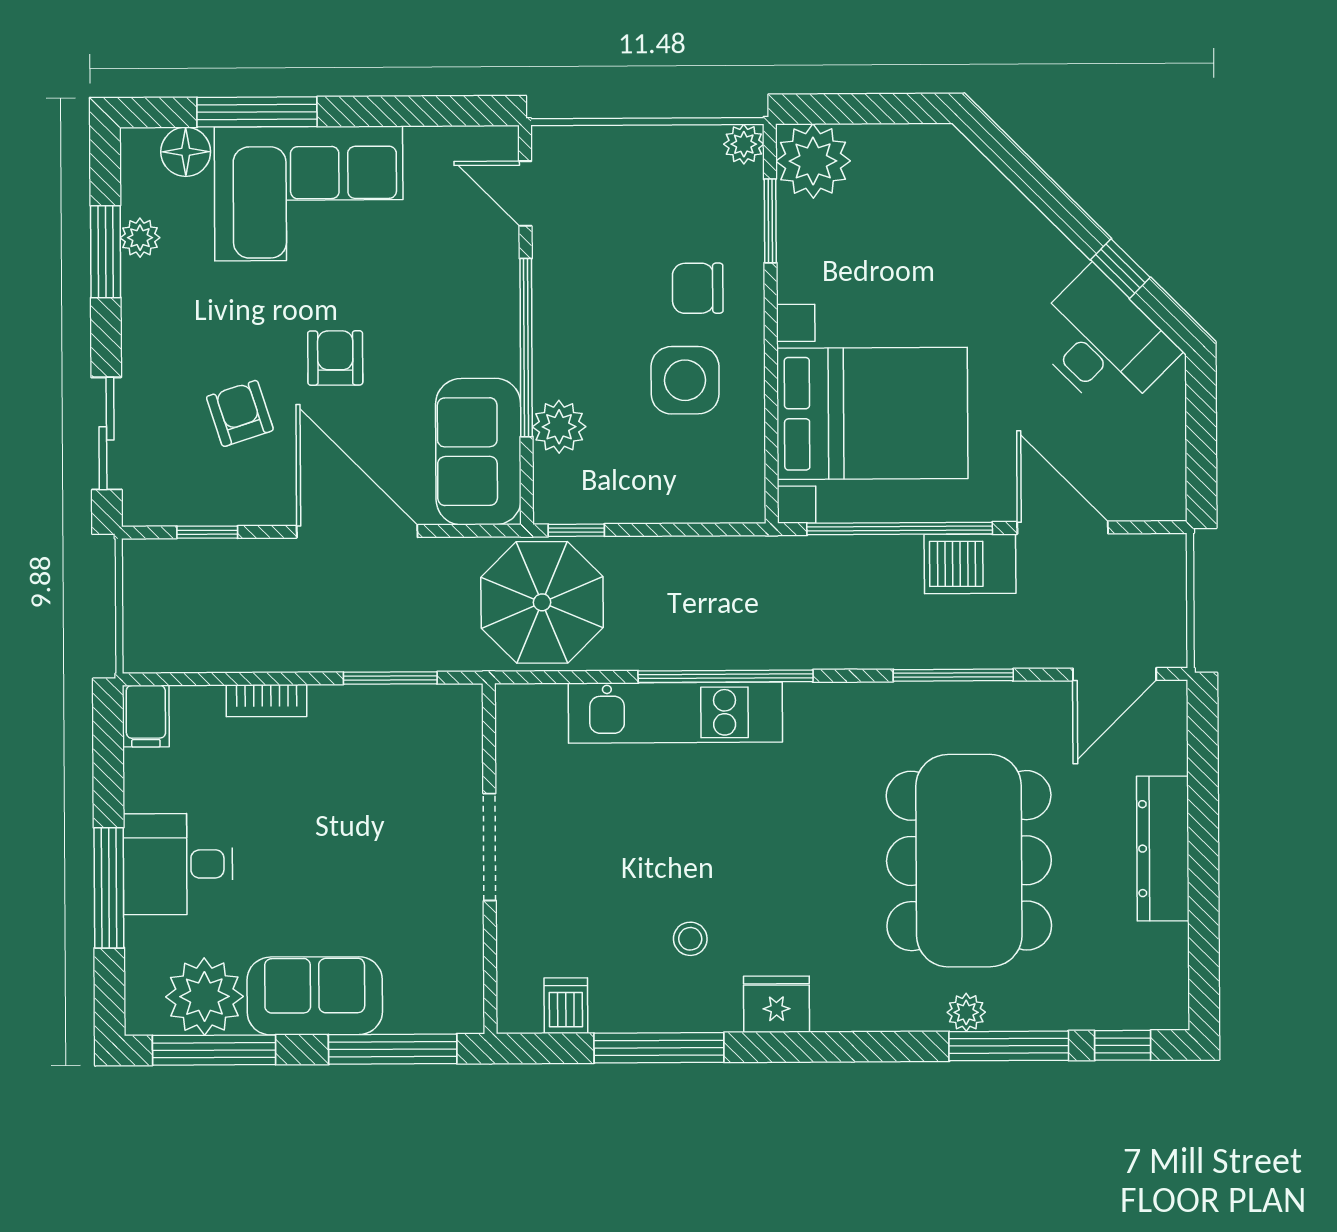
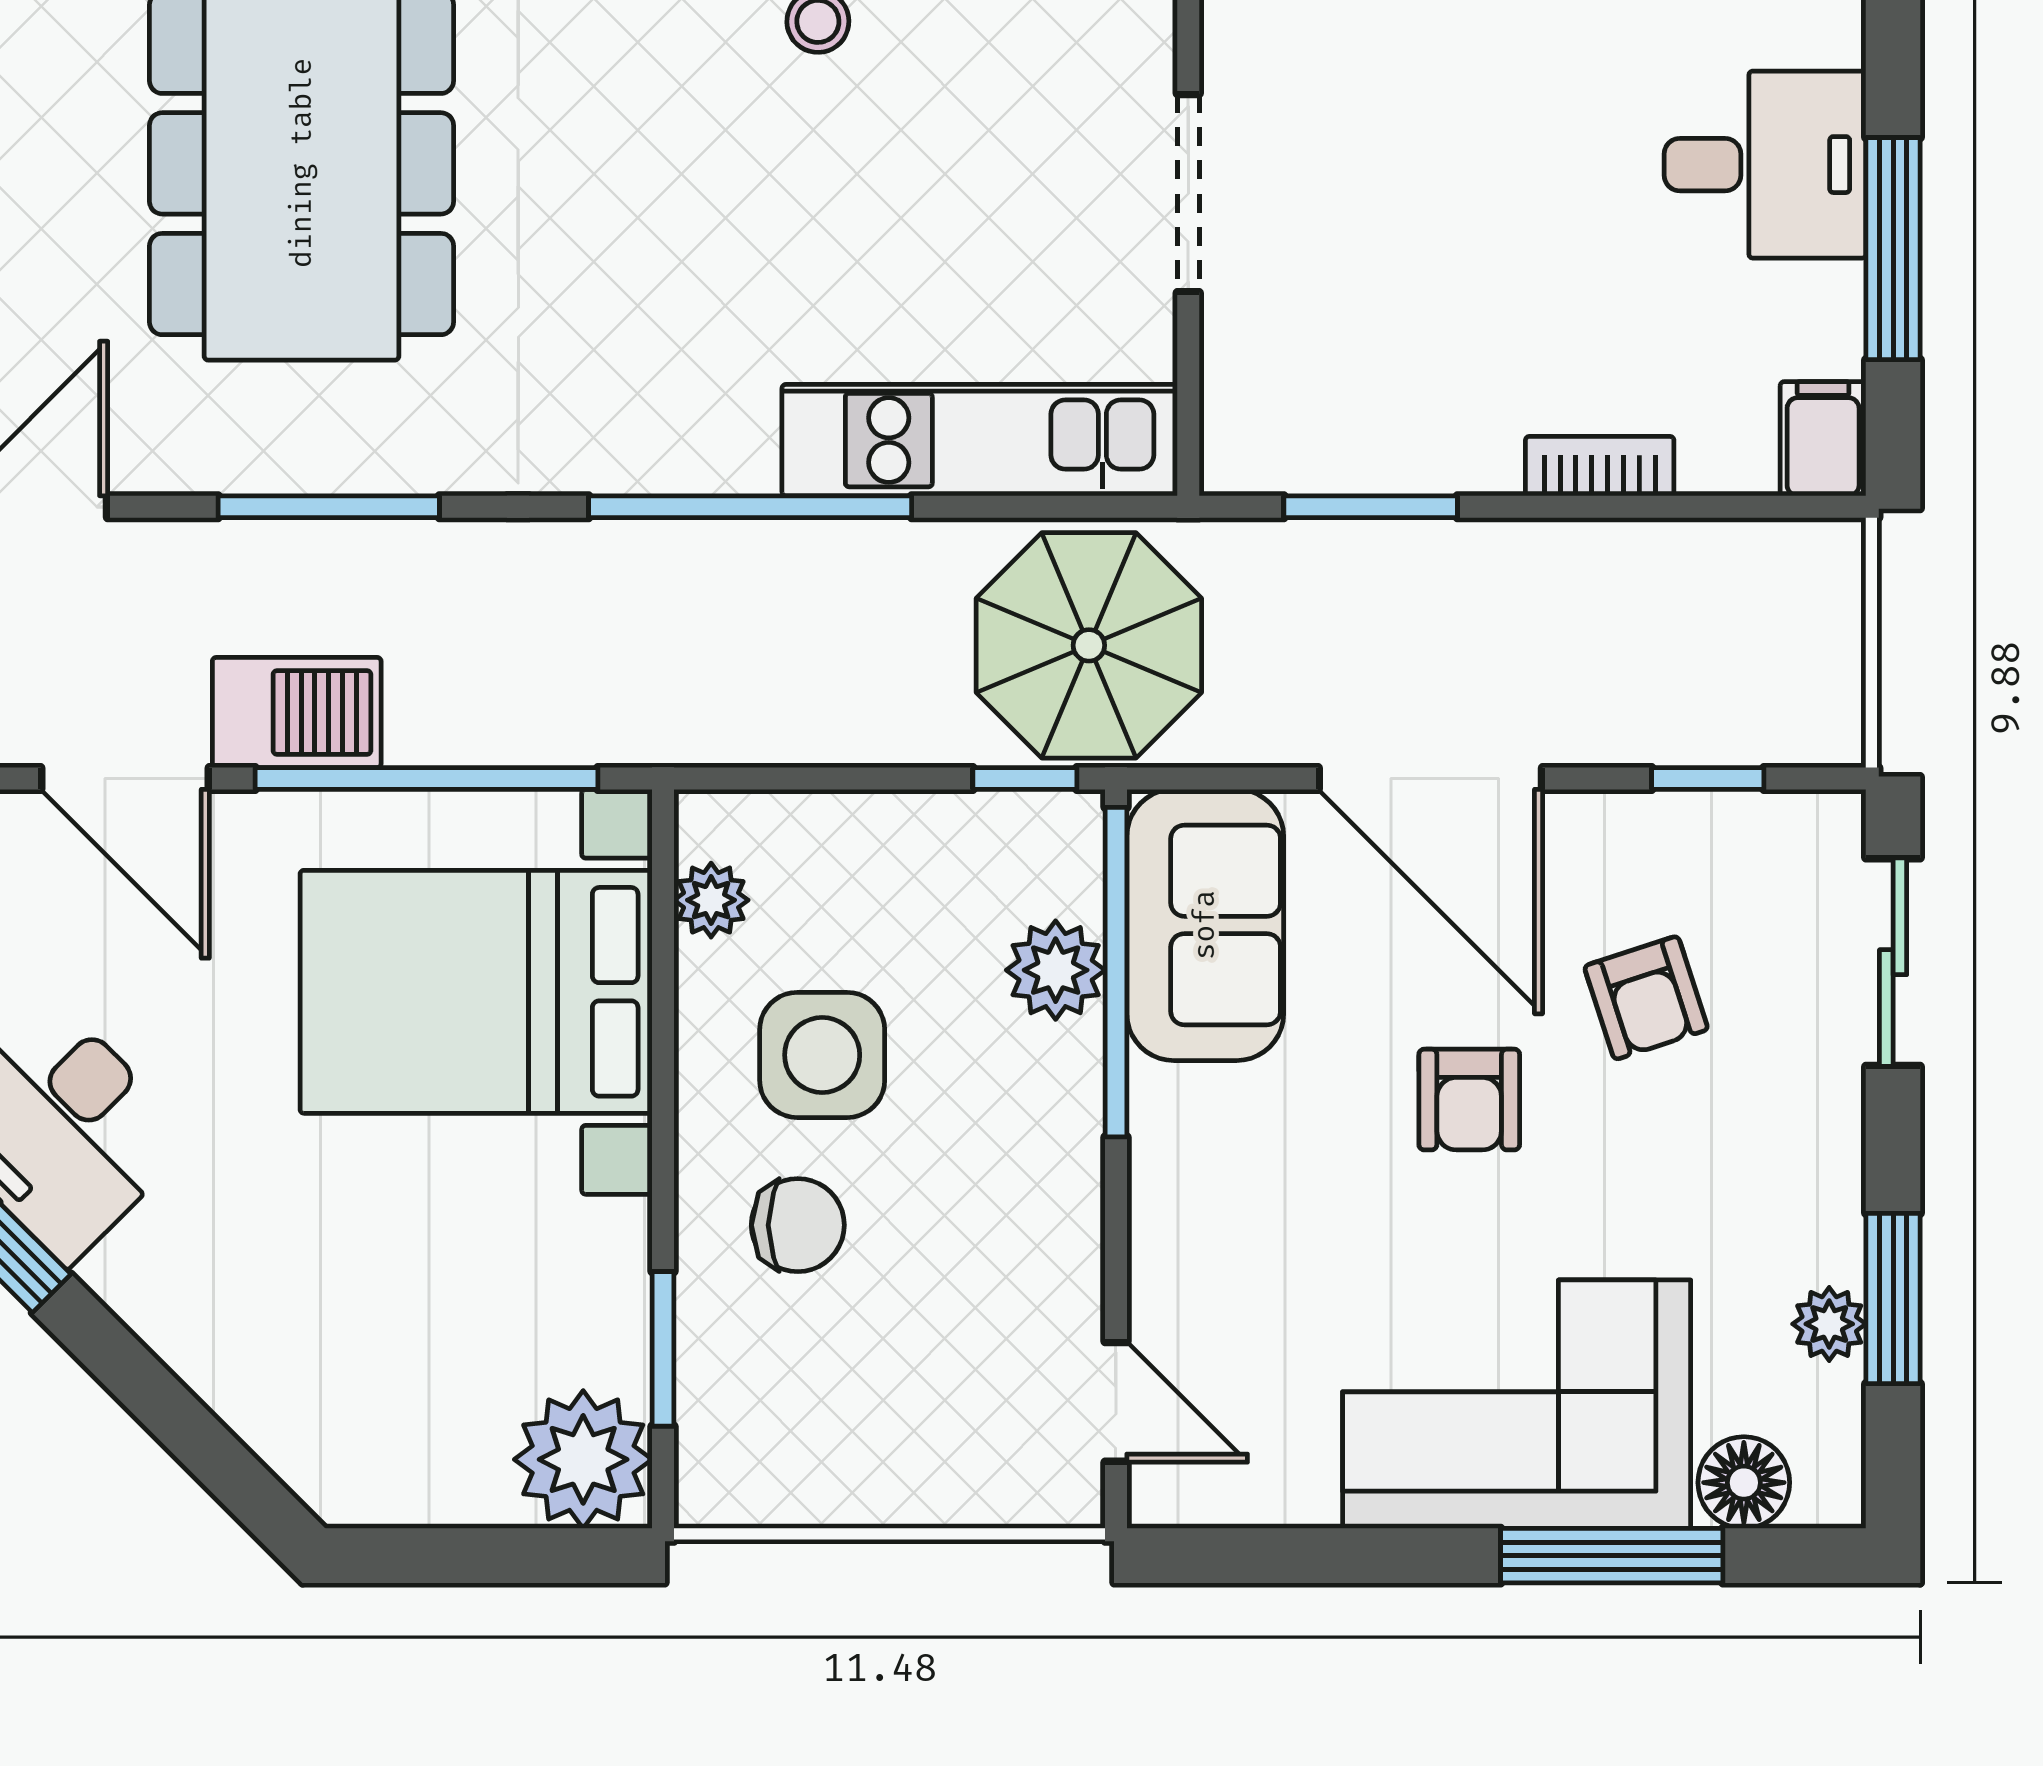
plant: (744, 144) -> (711, 900), moved
window: (526, 348) -> (1116, 972), moved
kitchen unit: (675, 713) -> (980, 440), moved
window: (109, 888) -> (1893, 249), moved

